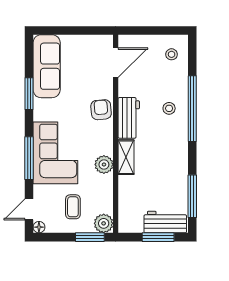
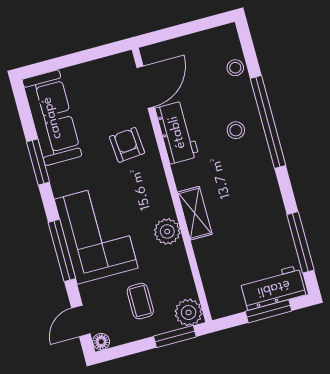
stool: (172, 54) -> (235, 68), moved
armchair: (101, 110) -> (127, 145), moved
workbench: (129, 118) -> (177, 132), moved

